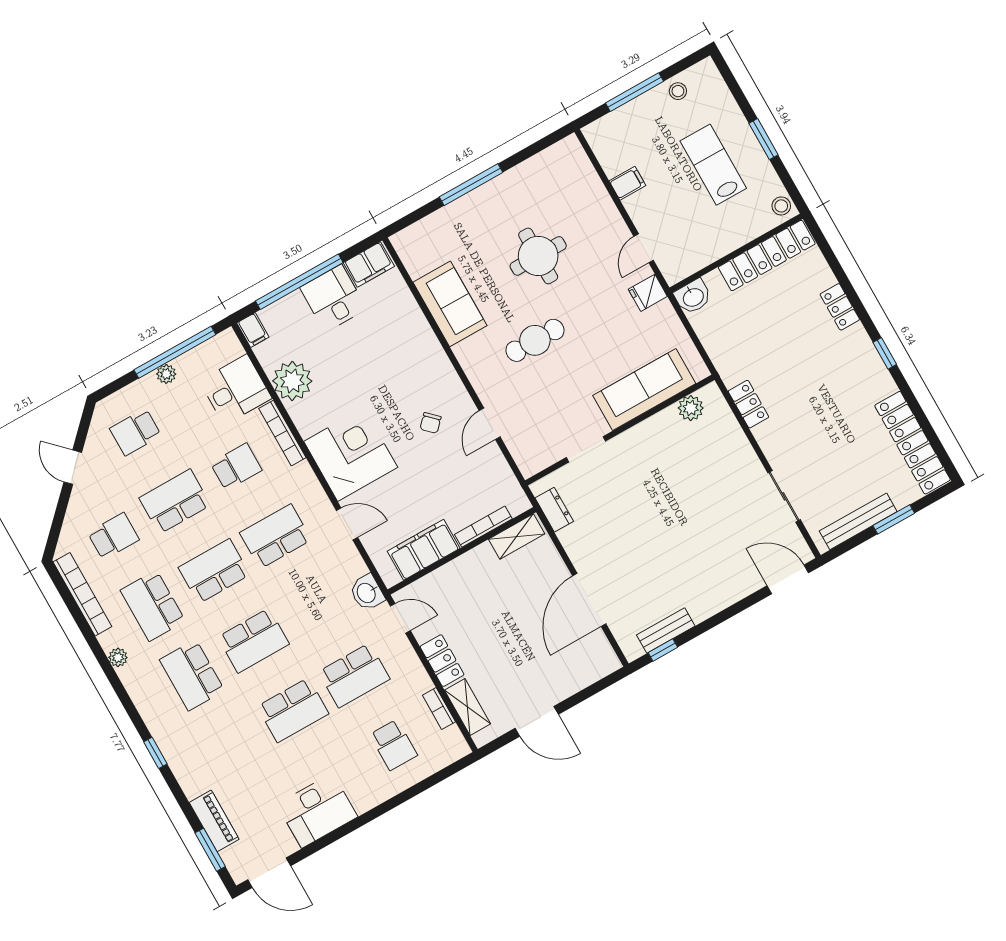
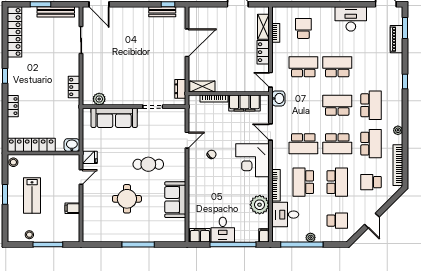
school desk: (236, 467) -> (303, 182), width x1.85
school desk: (175, 501) -> (337, 182), turned -90

